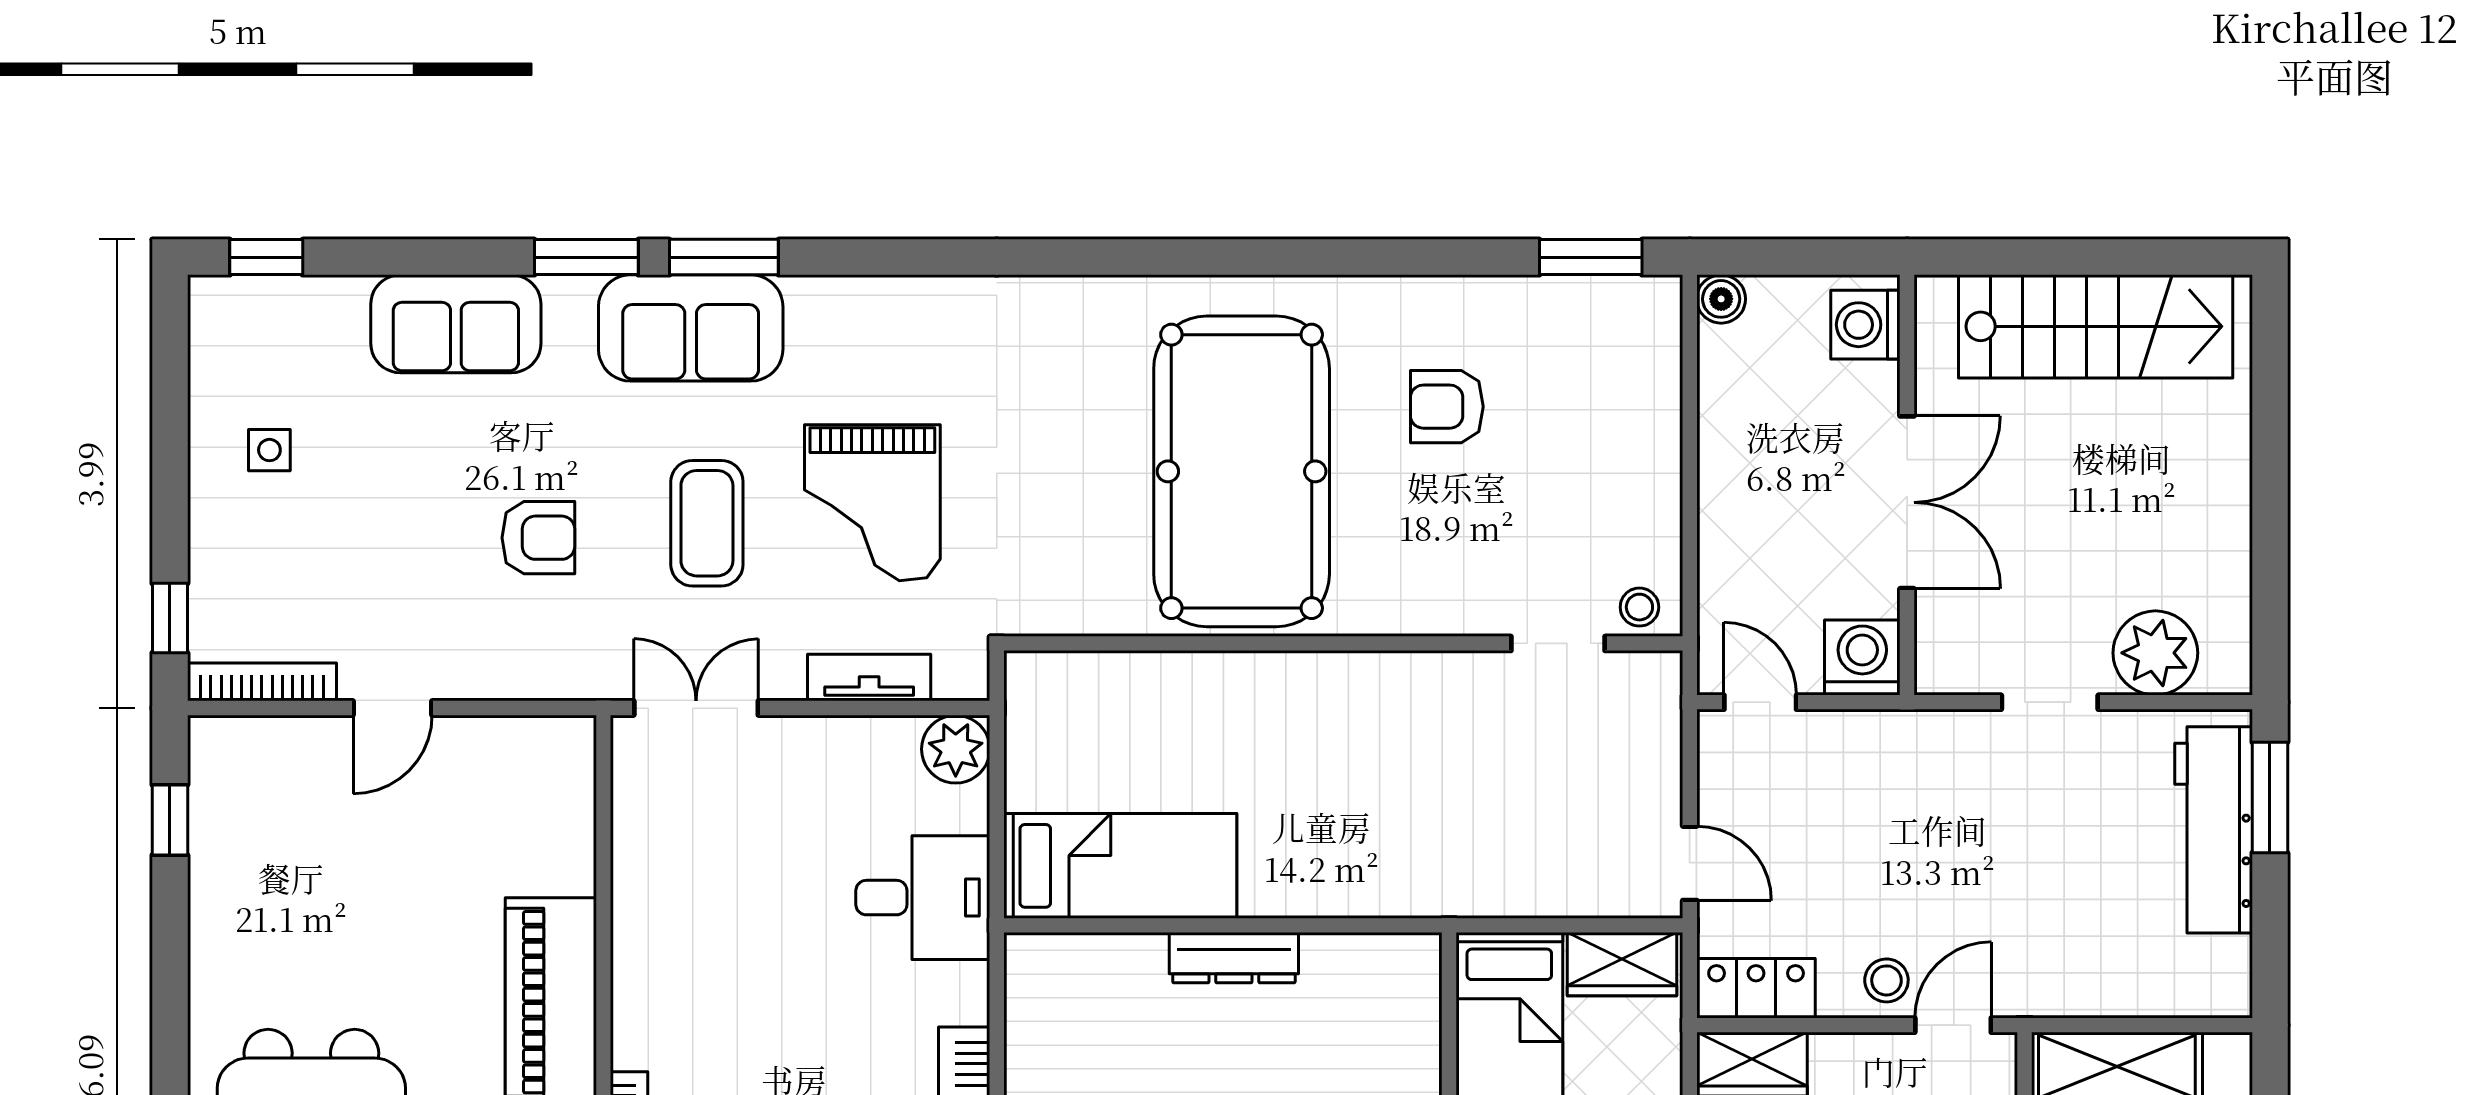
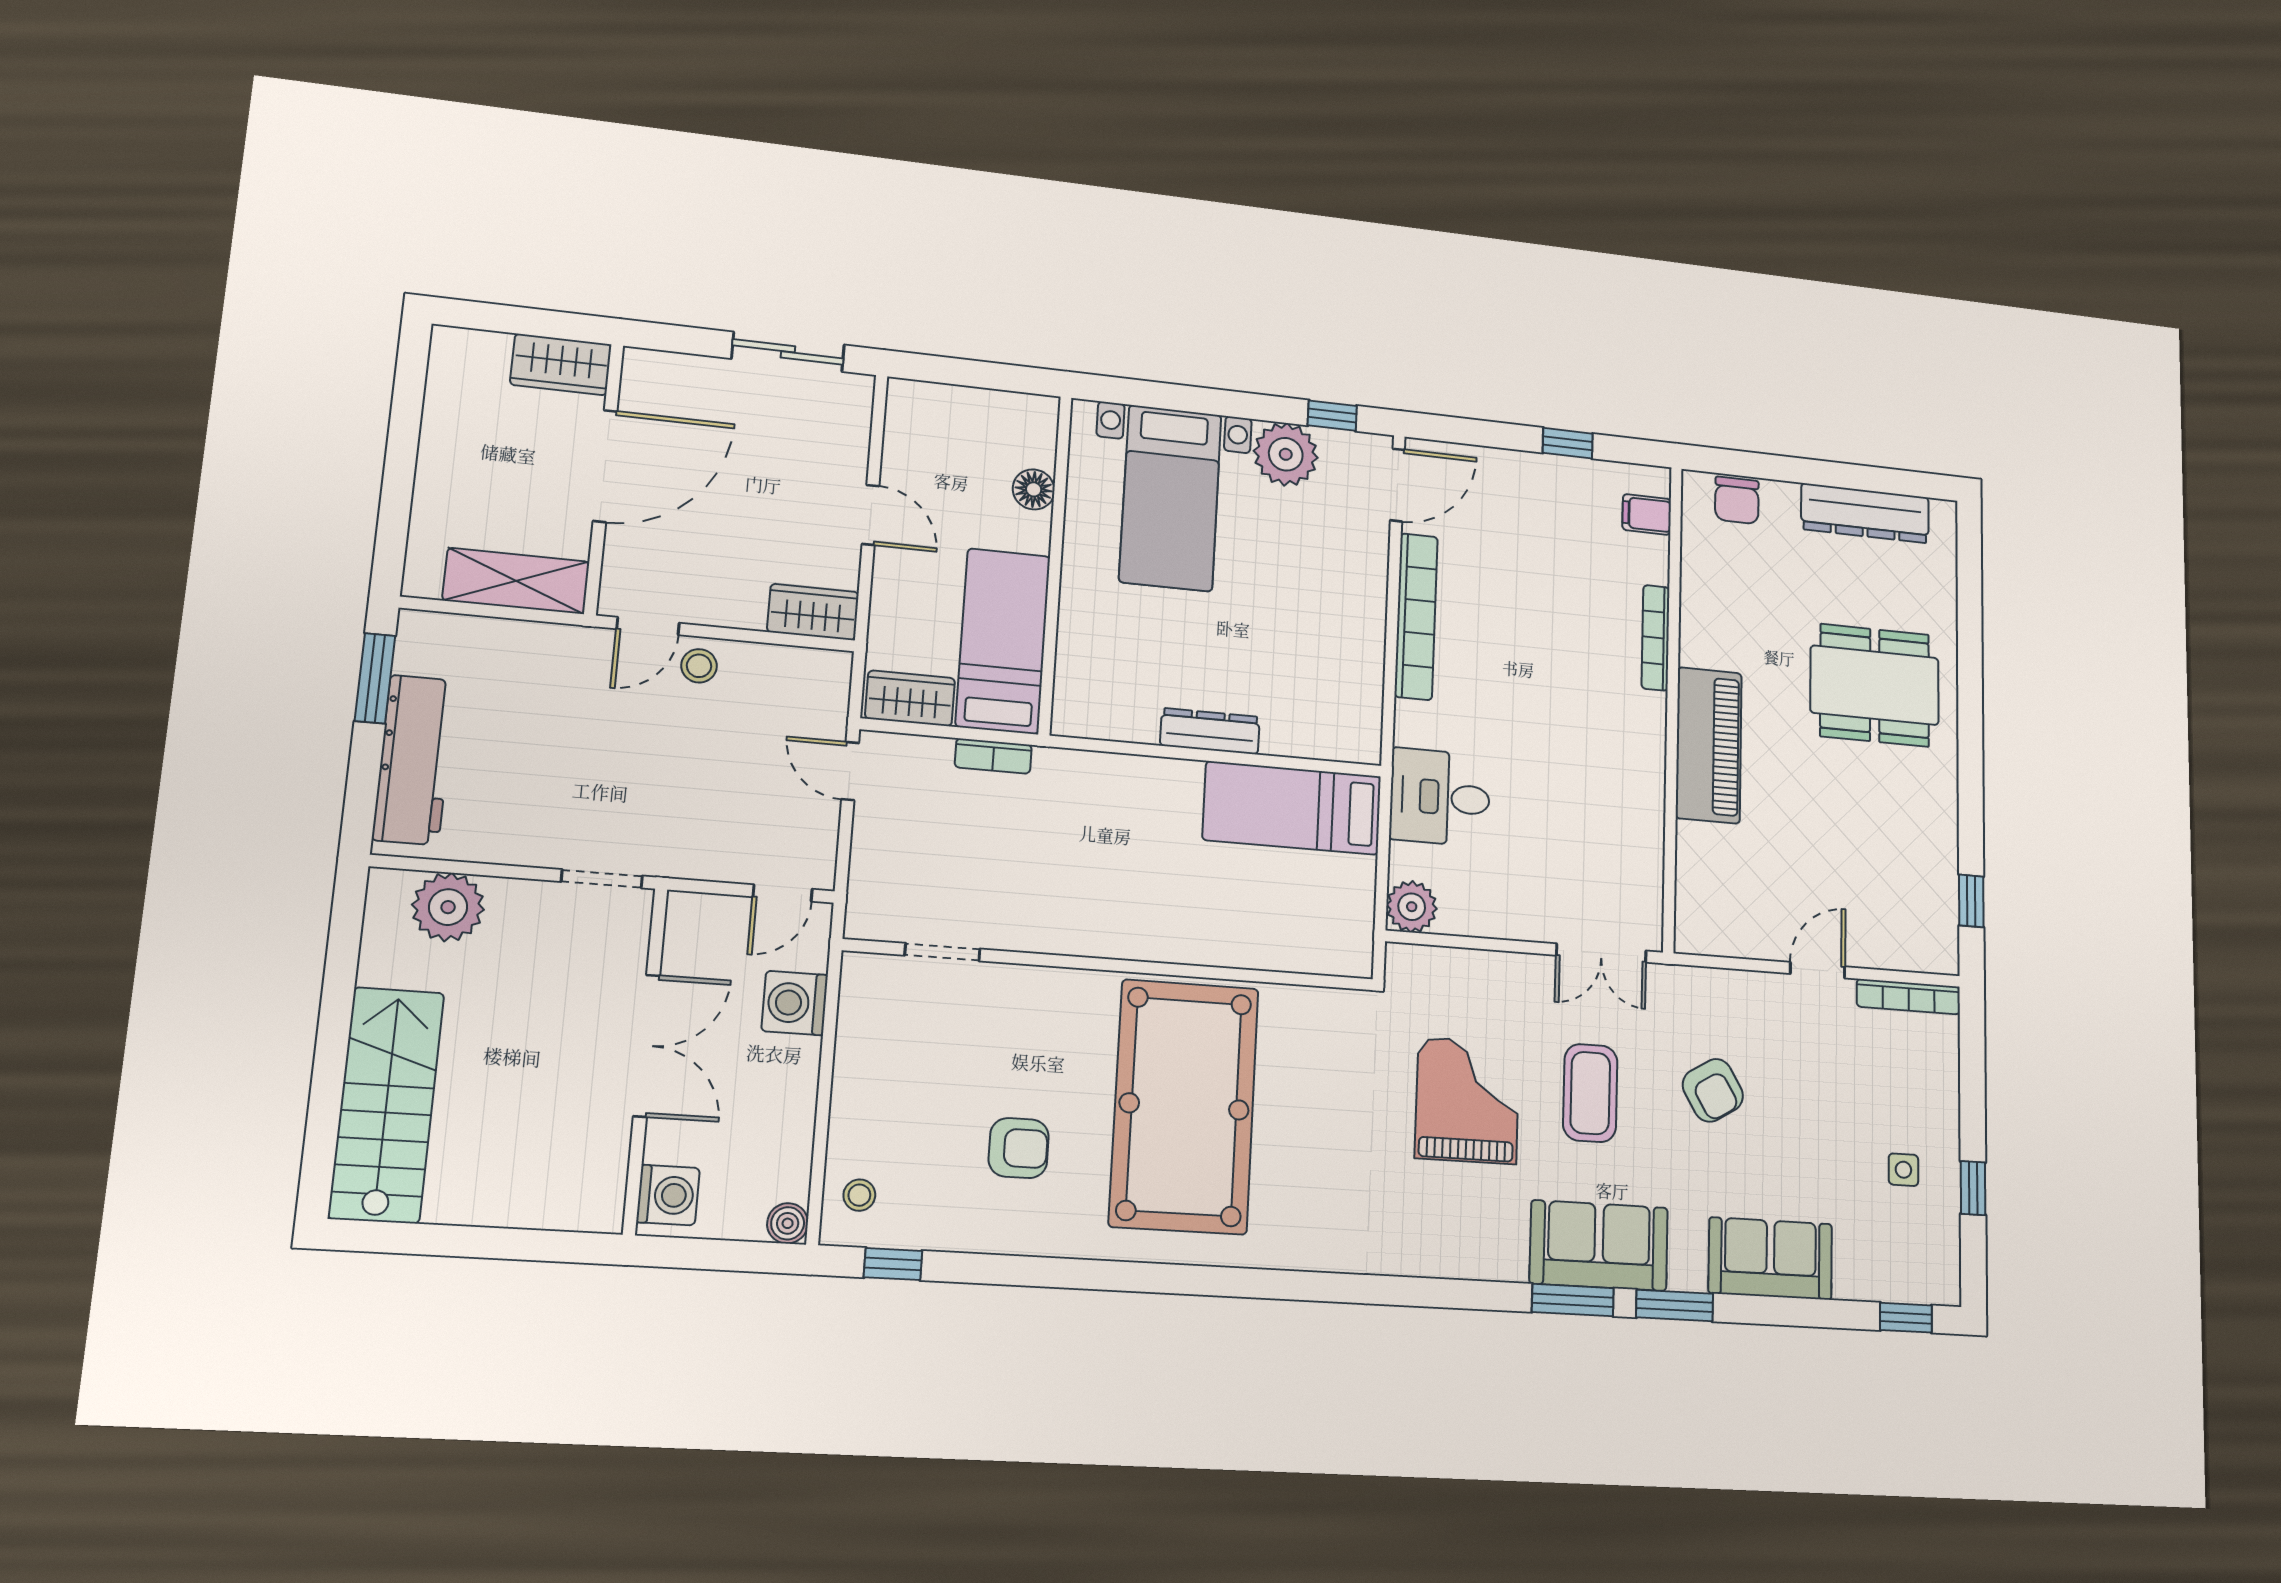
window: (1591, 257) -> (893, 1264), width x0.67
stairs: (2096, 326) -> (386, 1105), moved, turned 90
double door: (1907, 502) -> (647, 1046), swing flipped
armchair: (538, 538) -> (1713, 1090), turned -121
stool: (1639, 607) -> (859, 1195), moved
window: (170, 618) -> (1973, 1188), moved
washing machine: (1862, 657) -> (795, 1003), moved, turned 90
tv unit: (869, 678) -> (1474, 966), removed
door: (1760, 702) -> (783, 893), hinge flipped
doorway: (2050, 702) -> (602, 879), moved
window: (2270, 798) -> (375, 678), moved
bookcase: (1512, 899) -> (993, 756), added
locker: (1756, 988) -> (805, 670), removed

